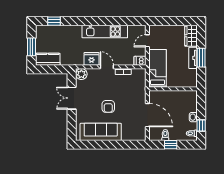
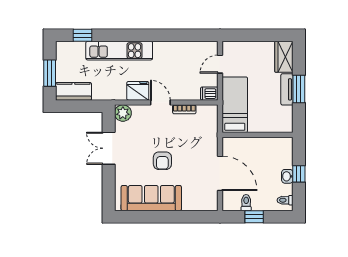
kitchen unit: (105, 32) -> (119, 51), moved
window: (201, 126) -> (299, 174), moved

